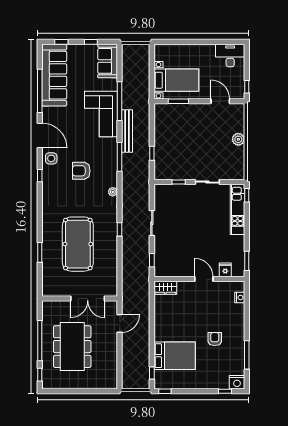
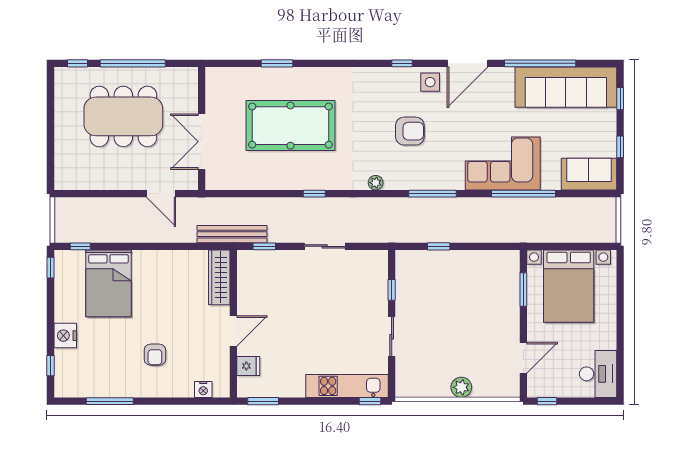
bed with nightstands: (176, 80) -> (569, 286), width x1.36
bench: (127, 131) -> (232, 234), moved
armchair: (81, 171) -> (410, 131), turned 90
wardrobe: (165, 288) -> (219, 277), width x1.50
armchair: (215, 339) -> (155, 355), moved, turned 90
nightstand: (237, 382) -> (65, 336), moved

